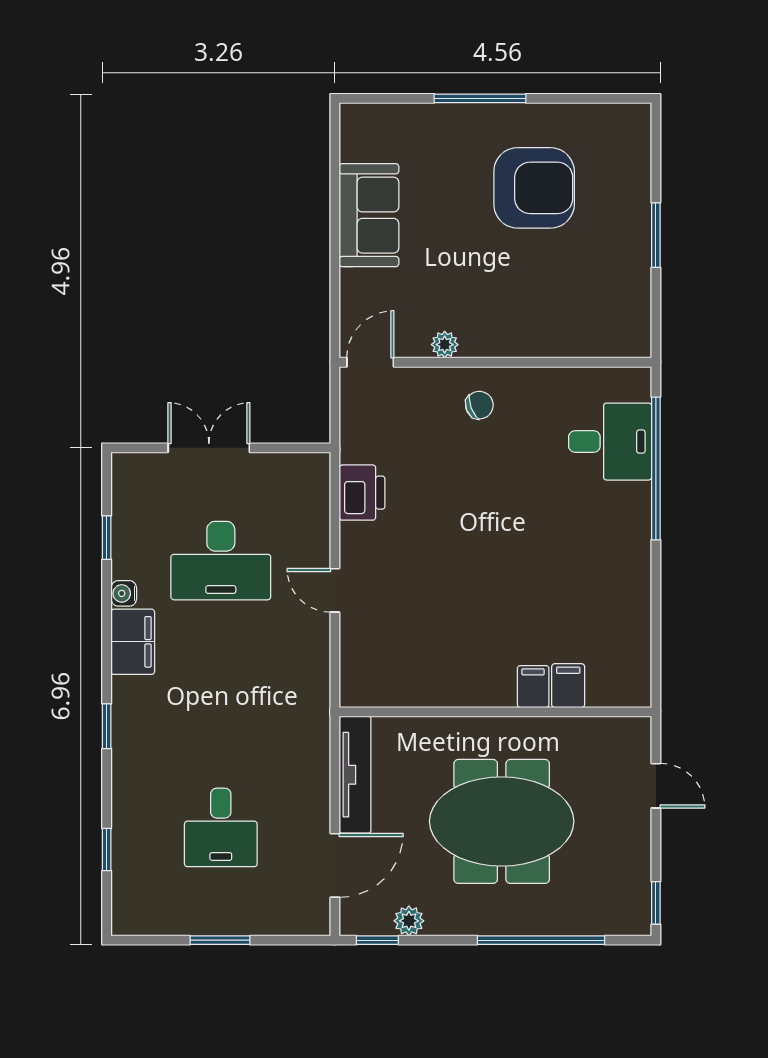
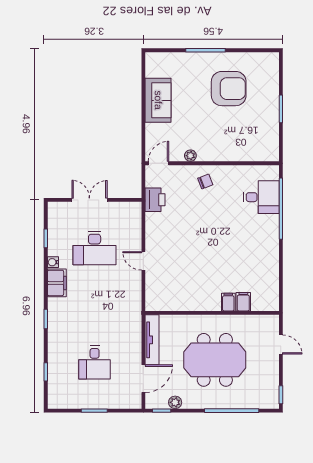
printer: (362, 493) -> (155, 200), moved

